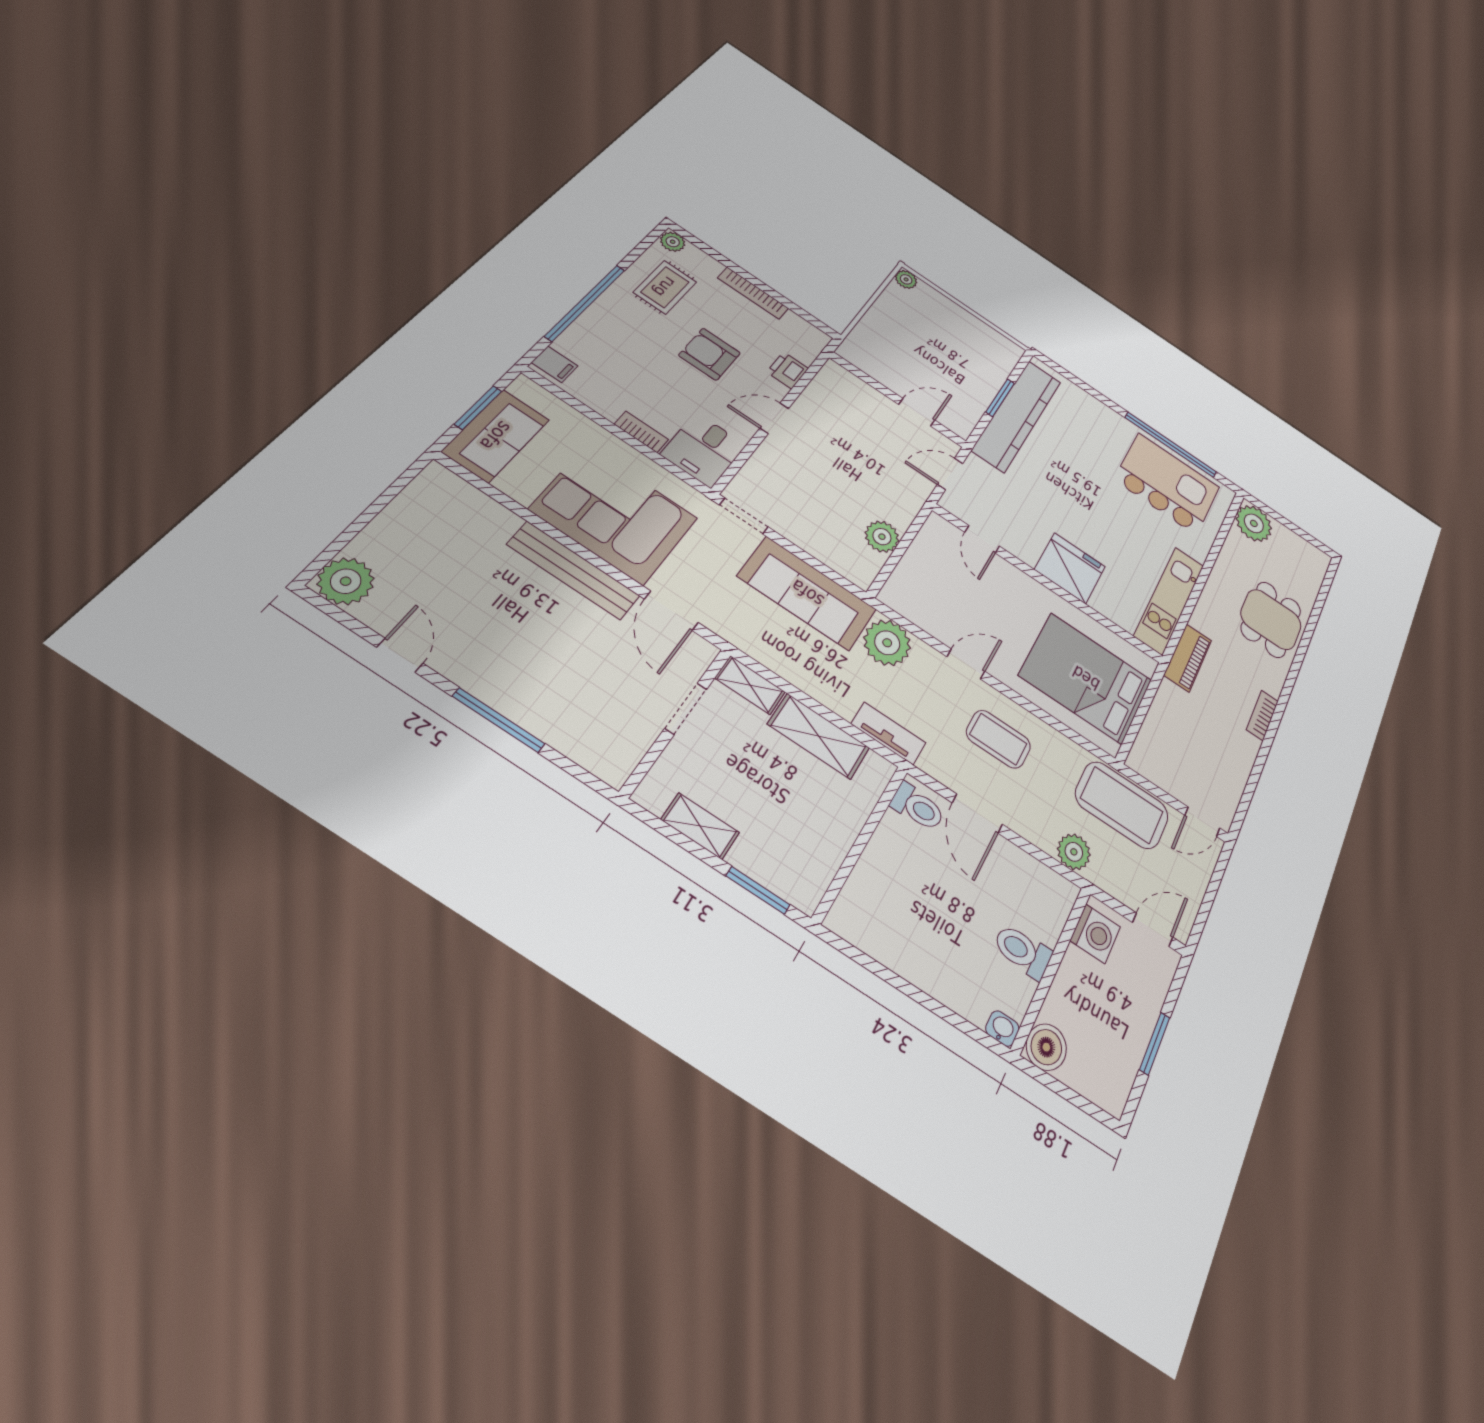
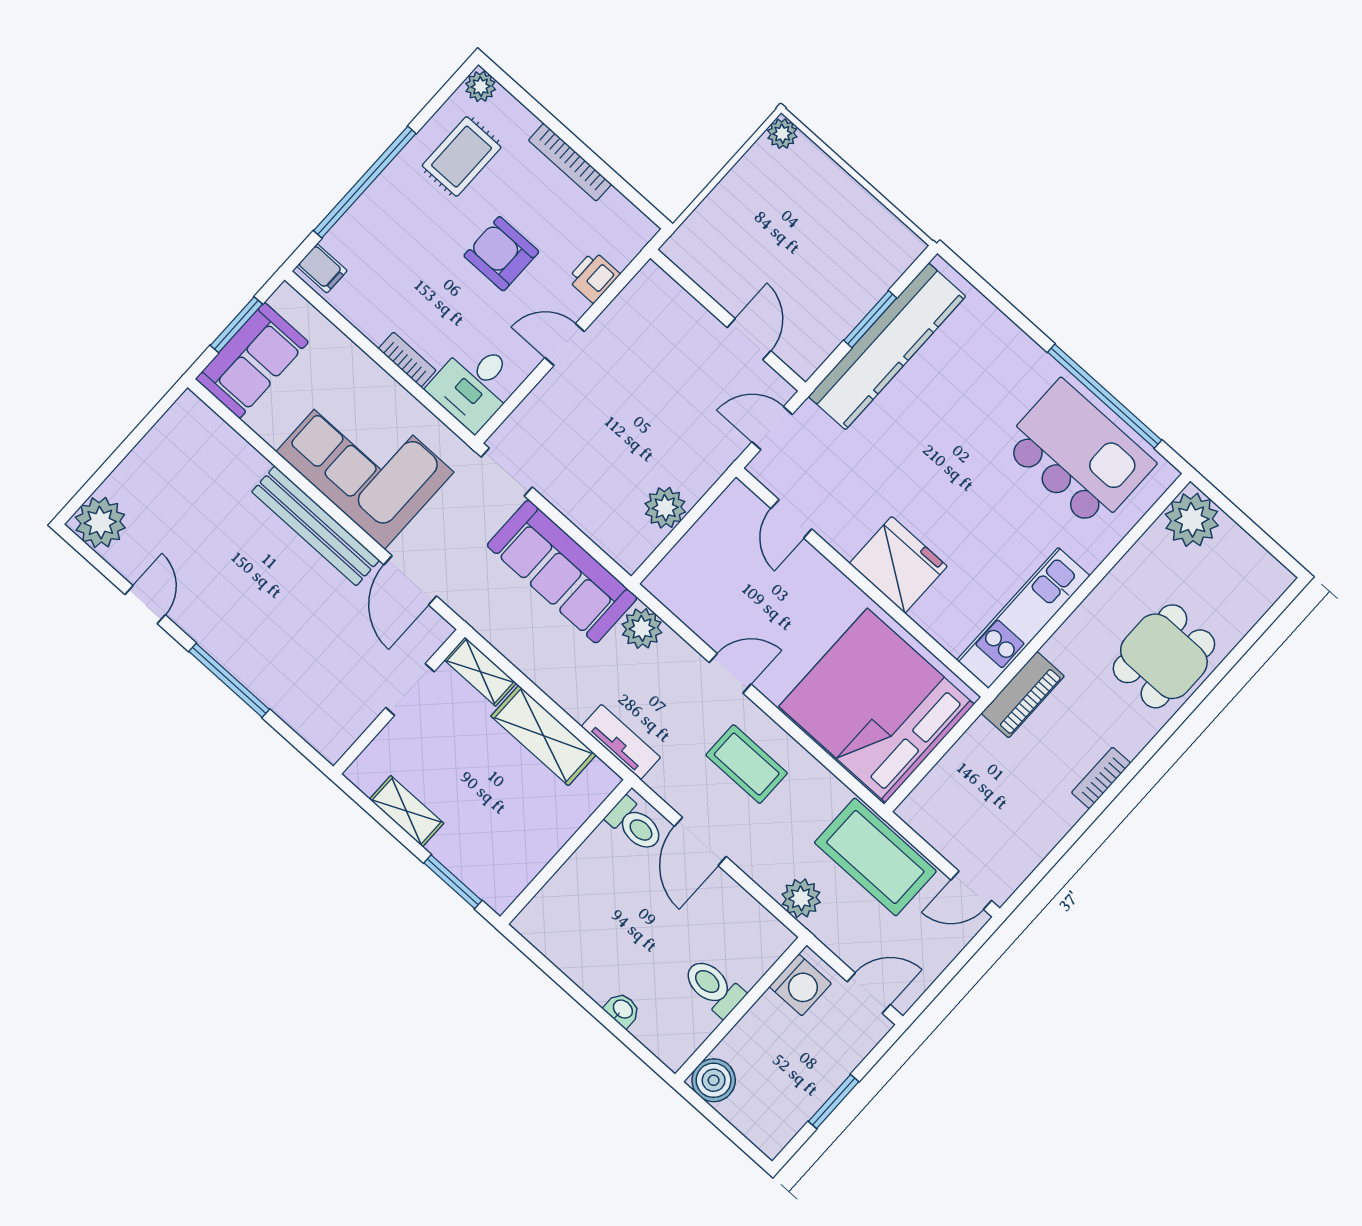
door: (917, 412) -> (749, 339), hinge flipped
plant: (887, 643) -> (642, 628), width x0.73, depth x0.73
bed: (1086, 678) -> (876, 705), width x1.36
washbasin: (1002, 1028) -> (622, 1010), moved

